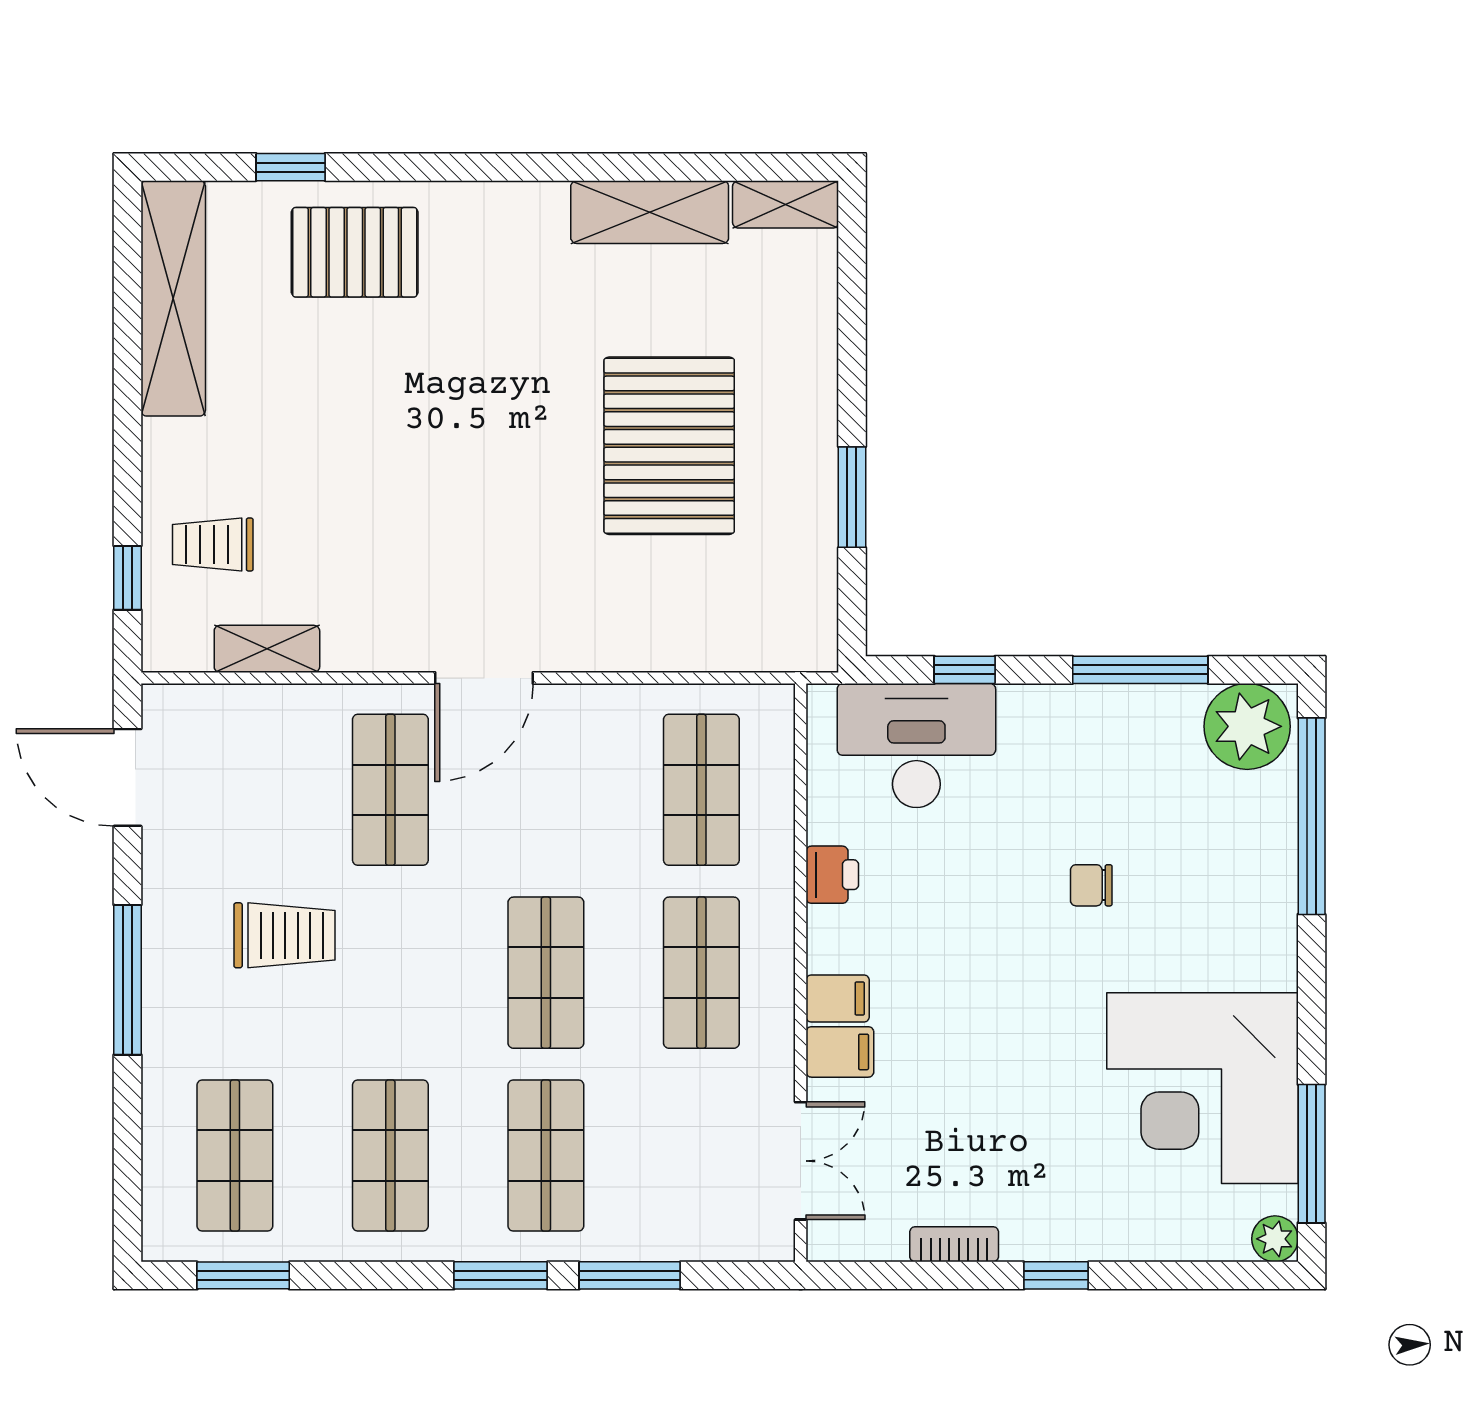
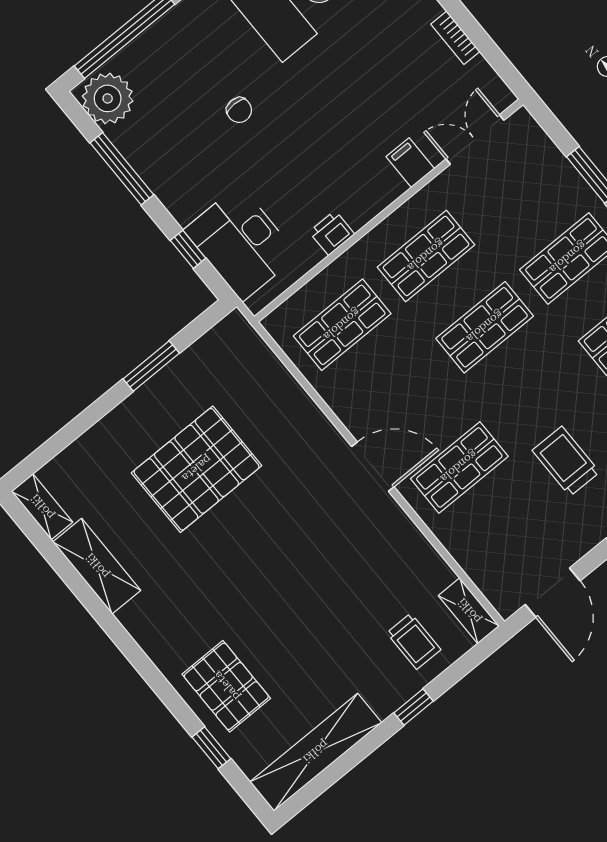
window: (128, 578) -> (413, 707), moved
shelving: (267, 649) -> (469, 611), moved
filing cabinet: (838, 999) -> (387, 184), removed

